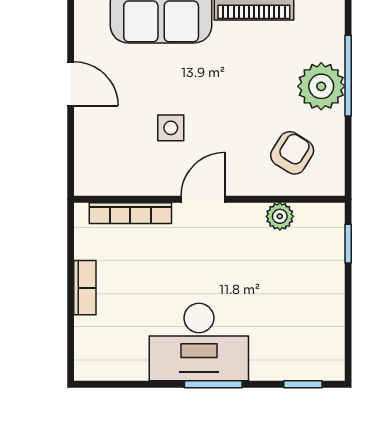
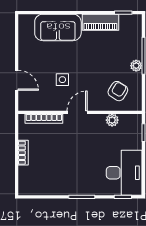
door: (71, 84) -> (17, 80), moved
plant: (321, 86) -> (136, 66), width x0.53, depth x0.53
desk: (199, 342) -> (124, 173), moved, turned -90

